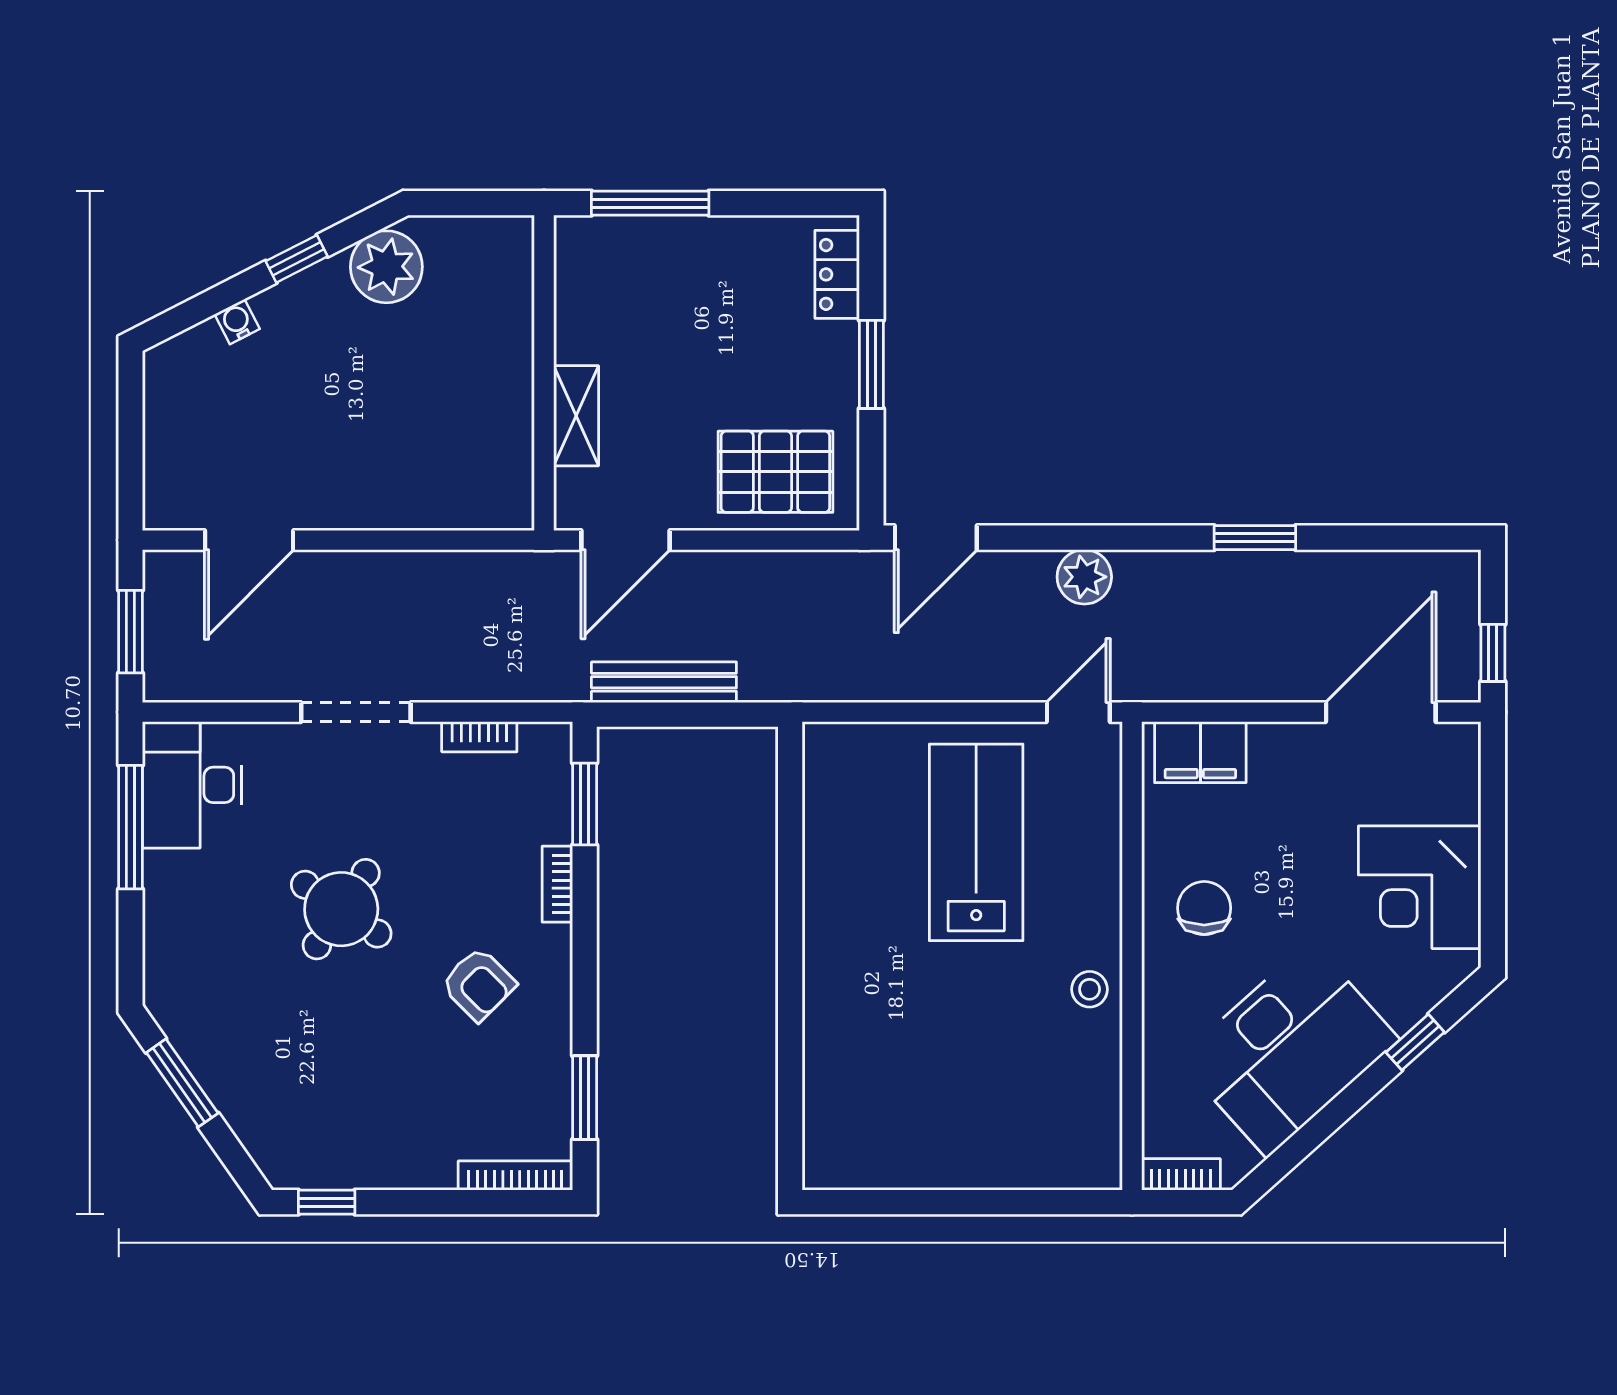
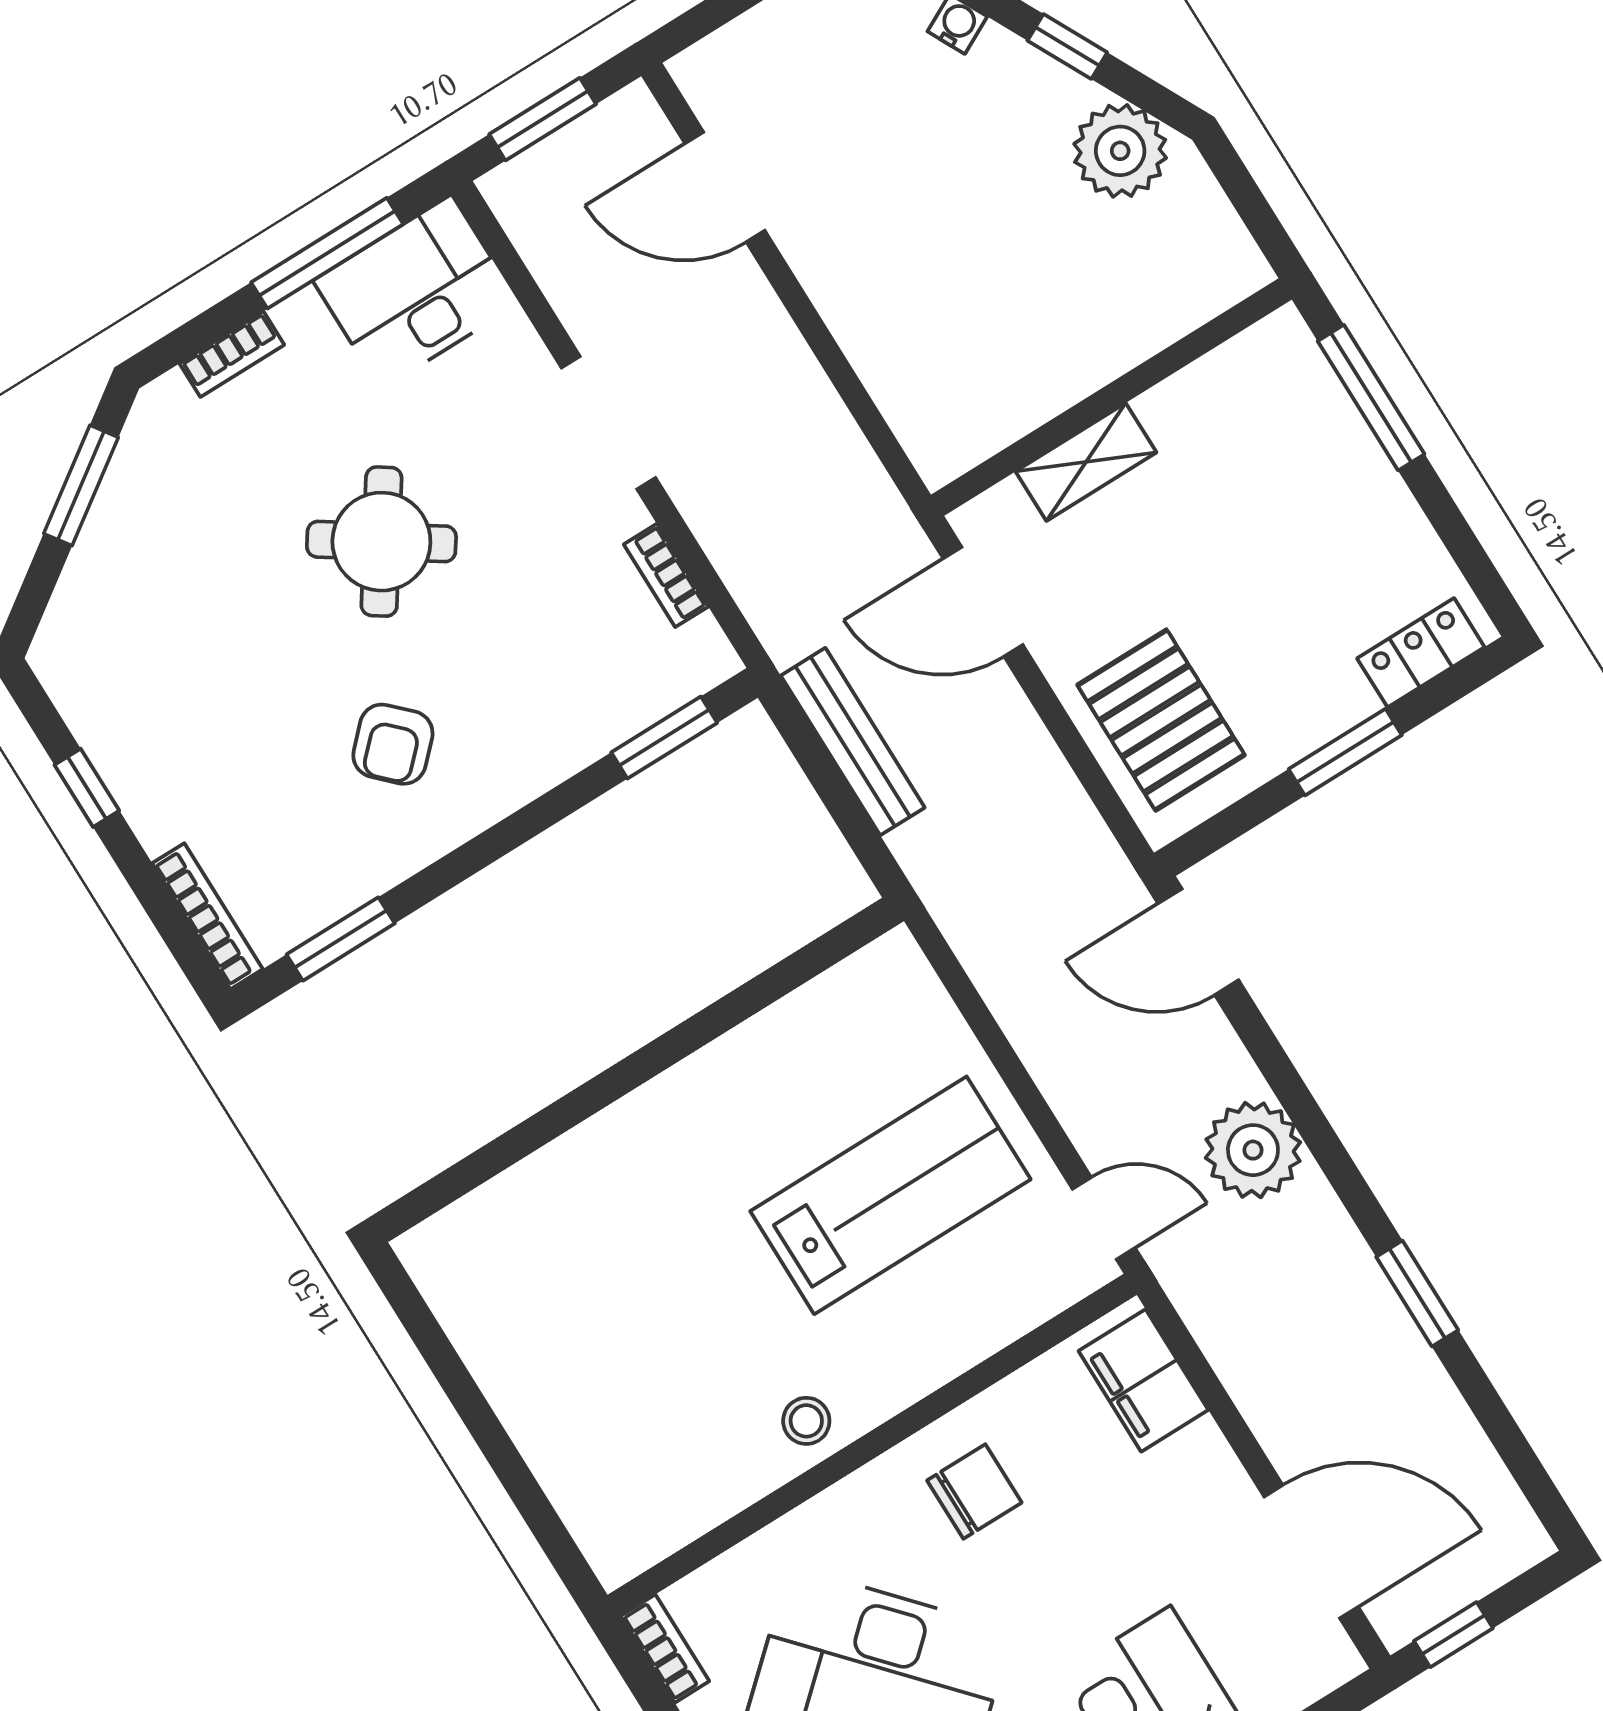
plant: (1084, 577) -> (1253, 1150), width x1.36, depth x1.36
bookcase: (557, 884) -> (232, 354), moved, turned 180
window: (327, 1202) -> (87, 788), moved

